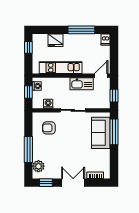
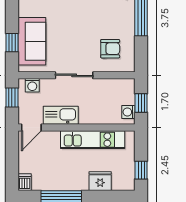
washing machine: (48, 104) -> (32, 85), moved
window: (114, 132) -> (12, 43), width x0.46

